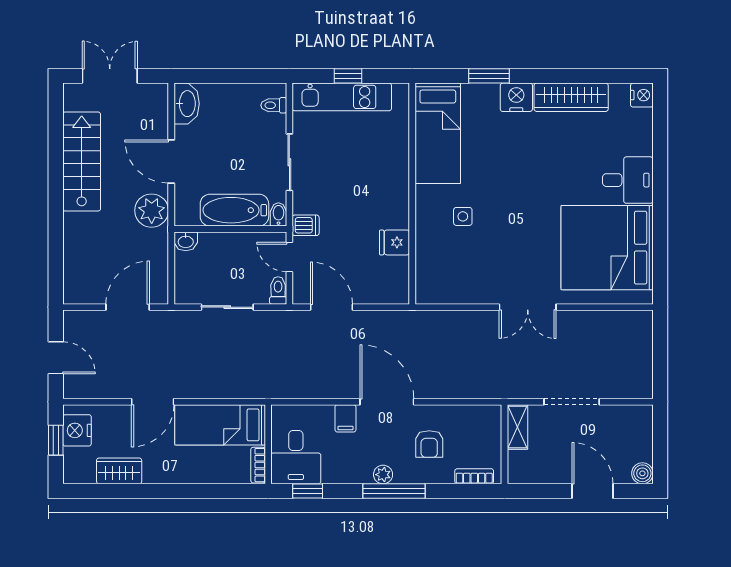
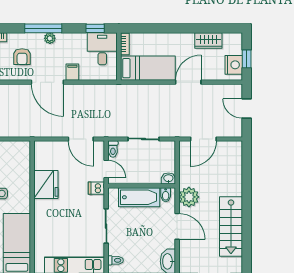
bidet: (278, 214) -> (166, 195), moved
fridge: (395, 242) -> (46, 184), width x1.88, depth x1.34
armchair: (429, 444) -> (22, 57), turned 180

